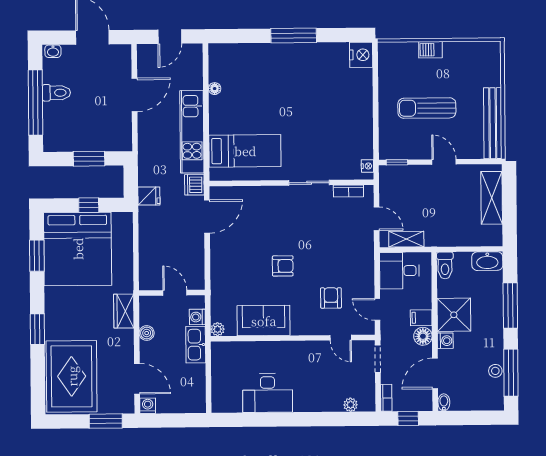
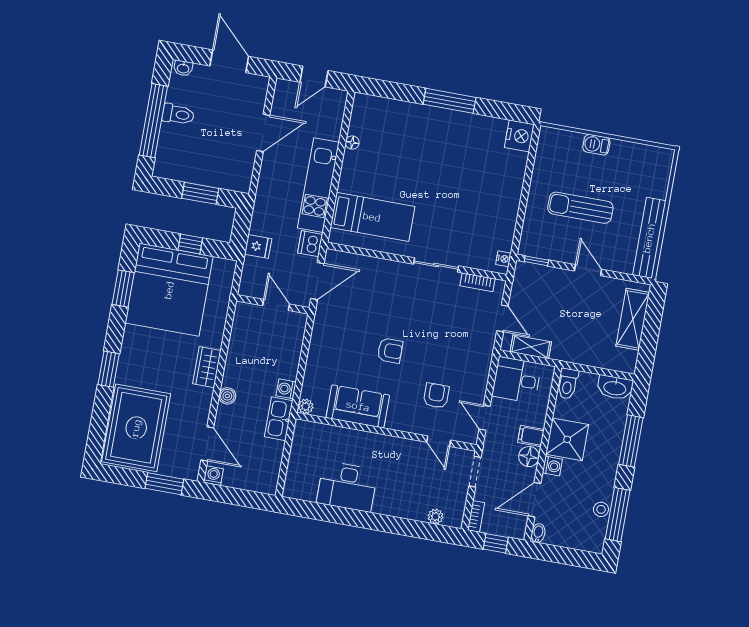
wall: (172, 293) -> (273, 304), moved
door: (175, 293) -> (276, 305), moved

